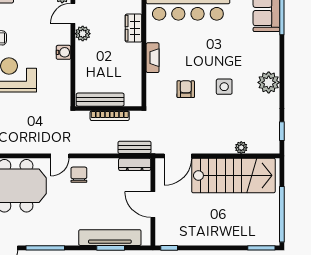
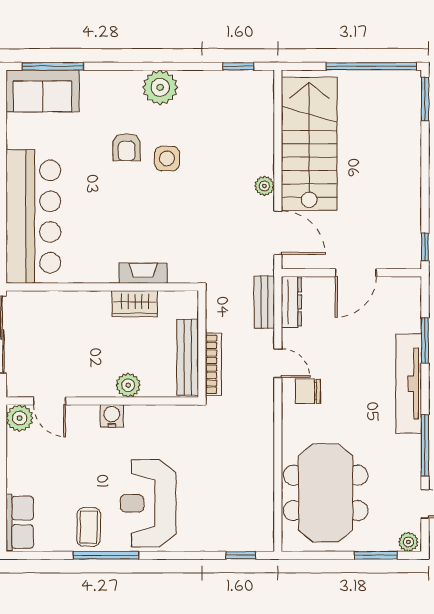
wardrobe: (134, 28) -> (135, 304), moved
plant: (83, 34) -> (128, 385), moved
fireplace: (153, 58) -> (143, 273), moved
armchair: (186, 89) -> (127, 147), moved, turned -90
bookcase: (110, 116) -> (213, 364), moved
plant: (241, 148) -> (264, 186), moved
door: (60, 156) -> (278, 363), moved
tv unit: (110, 238) -> (409, 384), moved

